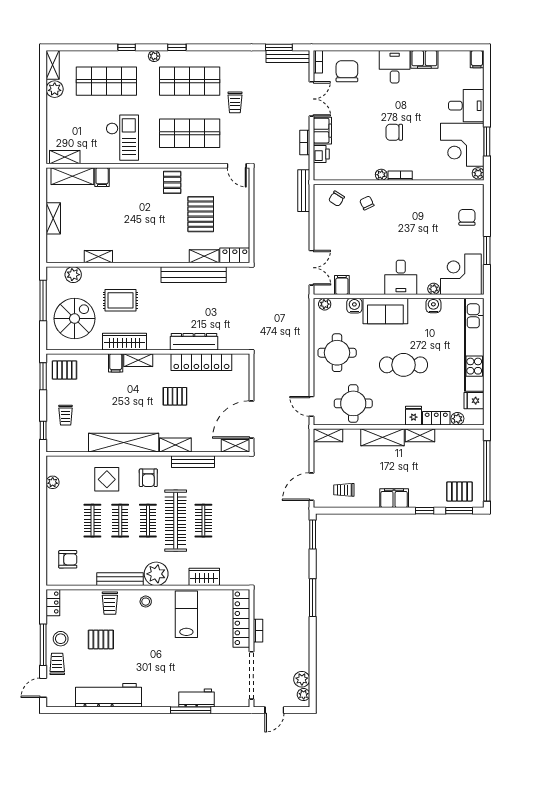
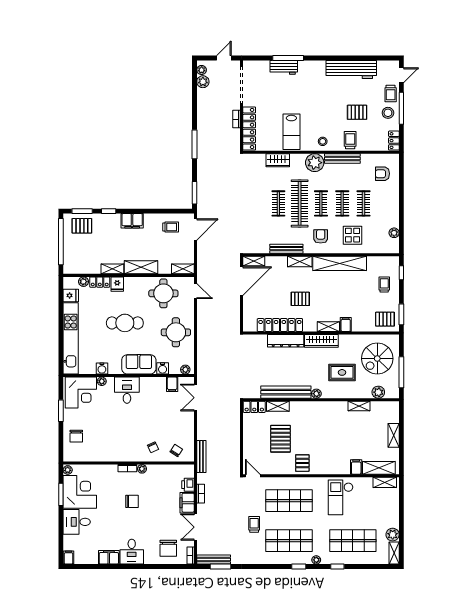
plant: (154, 273) -> (316, 394), added
wardrobe: (125, 342) -> (321, 341), moved

